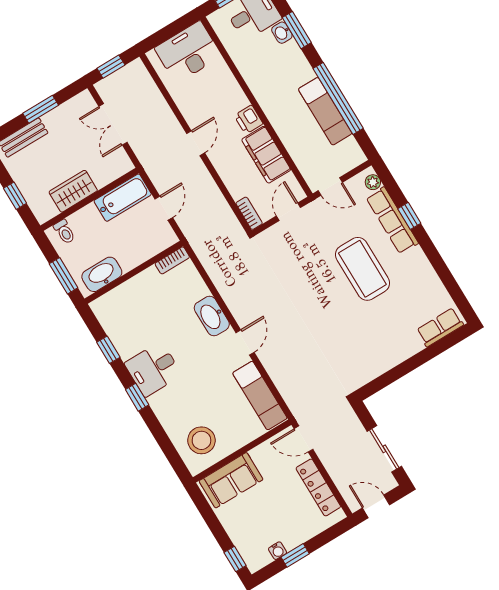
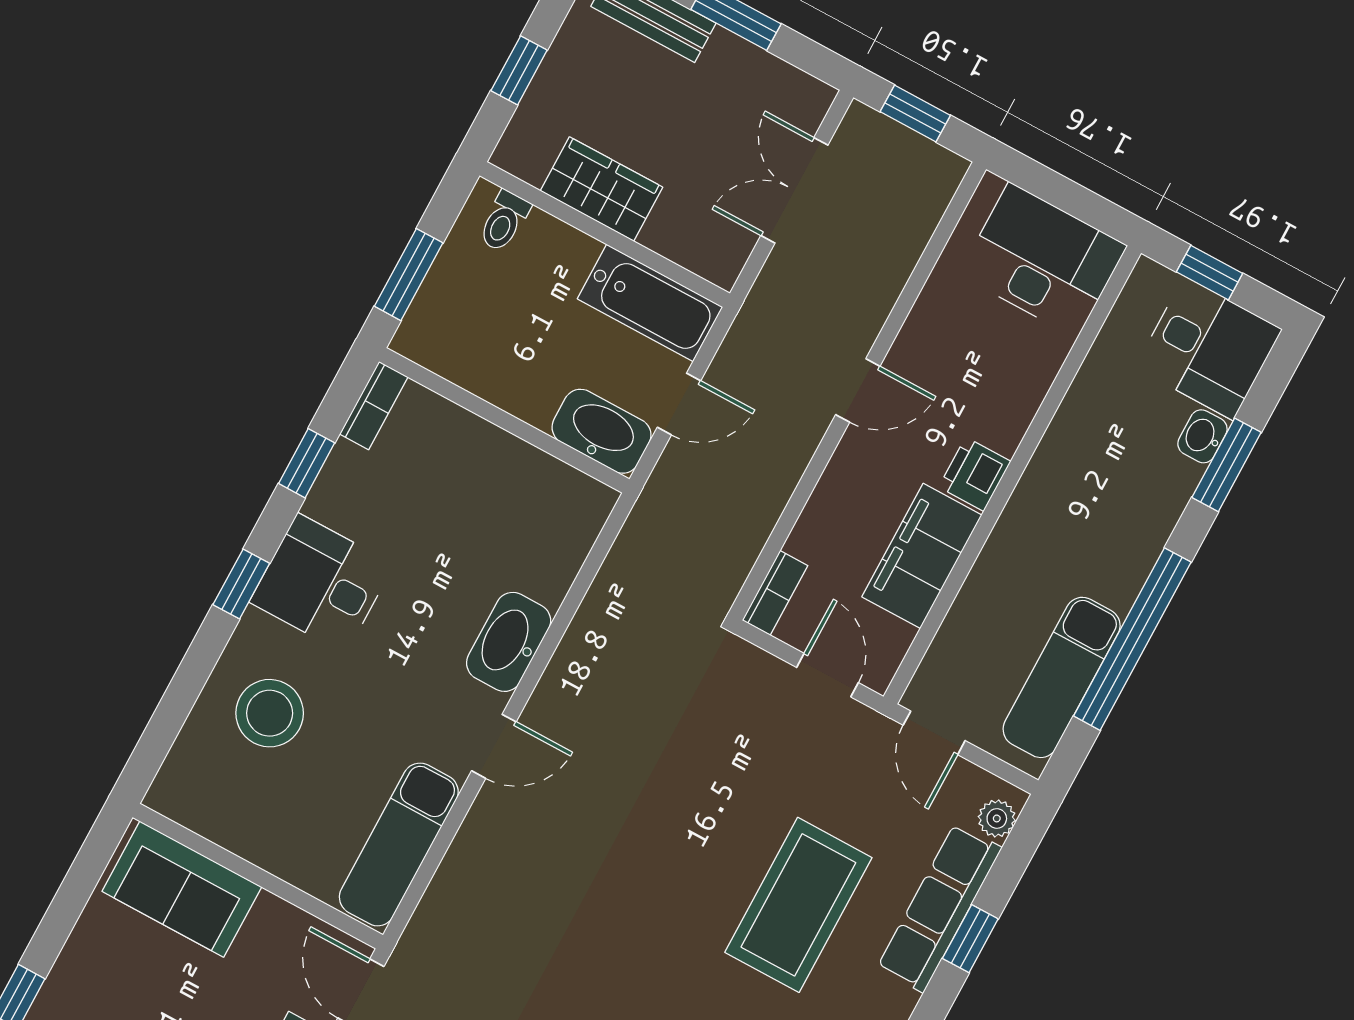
exam couch: (325, 111) -> (1062, 677), moved
door: (288, 212) -> (827, 675), hinge flipped
bookcase: (172, 260) -> (374, 405), moved, turned -90
washbasin: (102, 274) -> (602, 431), moved
stool: (201, 440) -> (270, 713), moved

